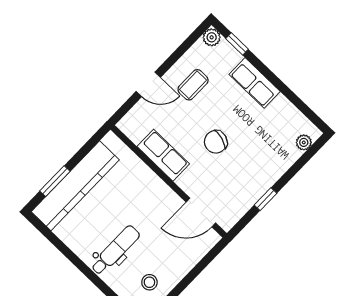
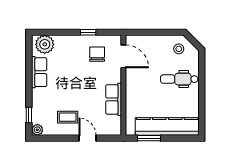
row of seats: (255, 83) -> (39, 72), moved
chair: (216, 142) -> (97, 54), moved, turned -107
plant: (304, 142) -> (45, 44), width x1.88, depth x1.88
window: (55, 181) -> (149, 138), moved

